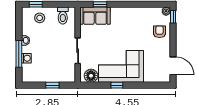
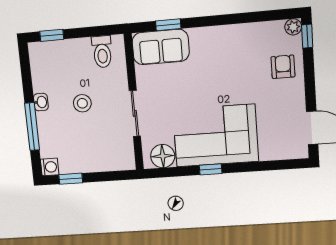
stool: (40, 18) -> (82, 103), moved
washing machine: (26, 58) -> (50, 167), moved
window: (52, 85) -> (71, 179), moved

